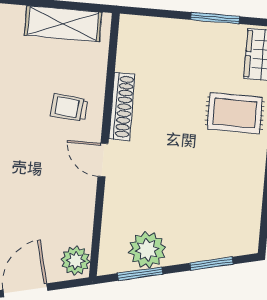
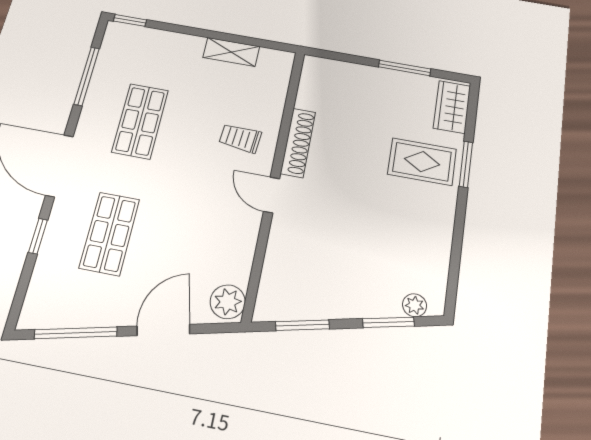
shelving: (63, 24) -> (231, 52), width x0.67, depth x0.75
plant: (147, 250) -> (415, 305), moved, width x0.53, depth x0.53

